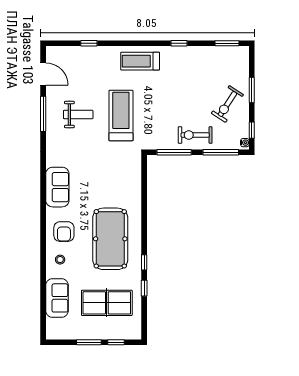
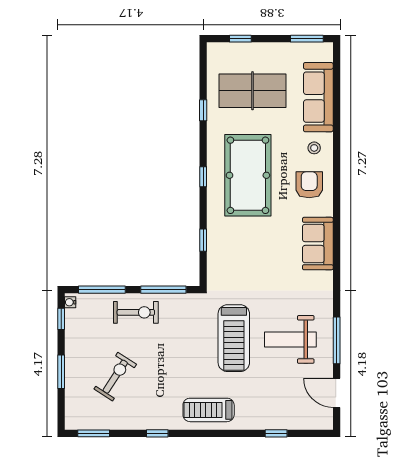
treadmill: (140, 61) -> (209, 410), turned 180
exercise bike: (227, 104) -> (115, 377), moved
weight bench: (78, 114) -> (290, 339), width x1.36, depth x1.33
window: (144, 190) -> (203, 240), added
window: (144, 262) -> (203, 177), moved
sofa: (57, 298) -> (318, 97), width x1.36
window: (89, 342) -> (307, 39), moved

